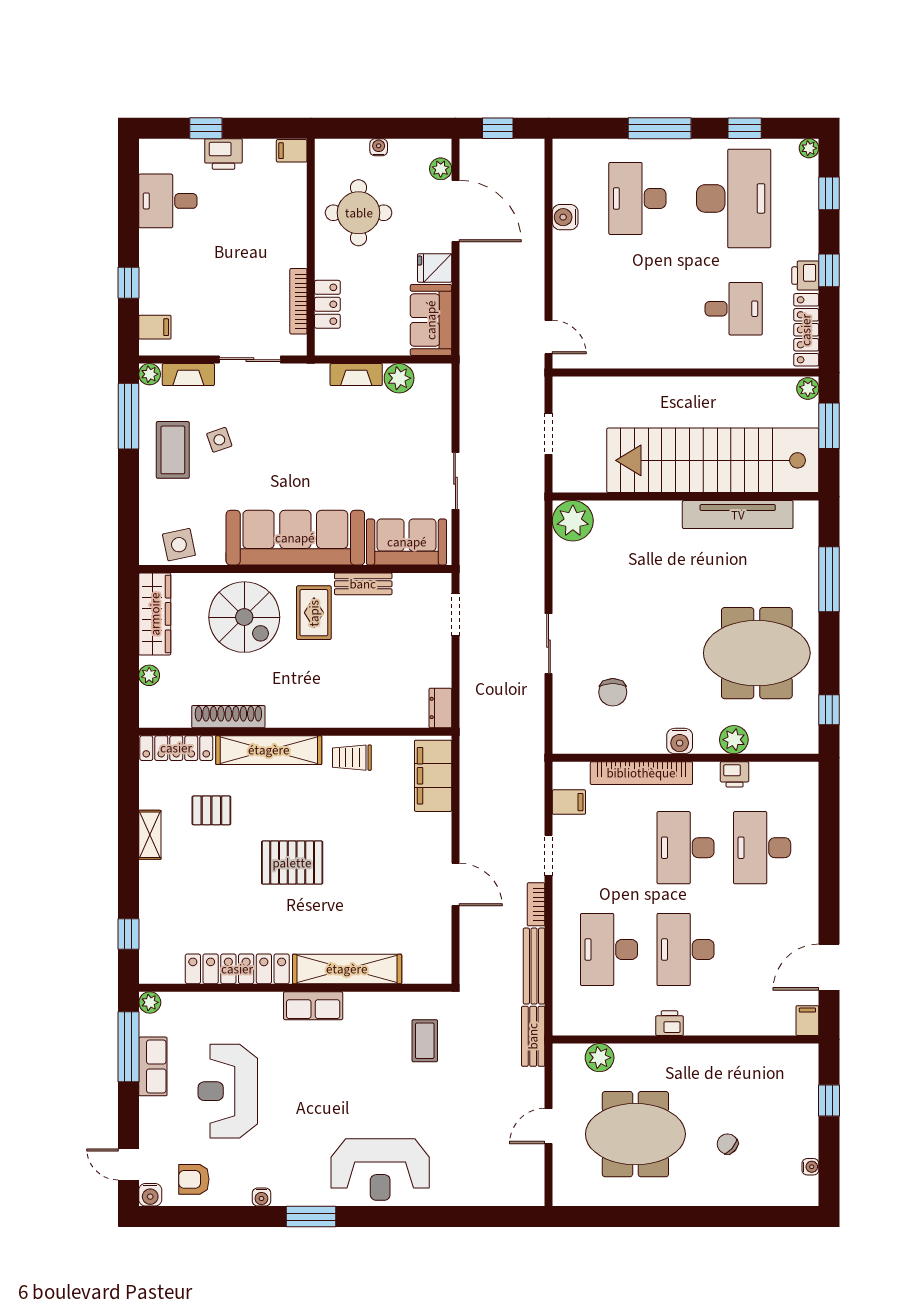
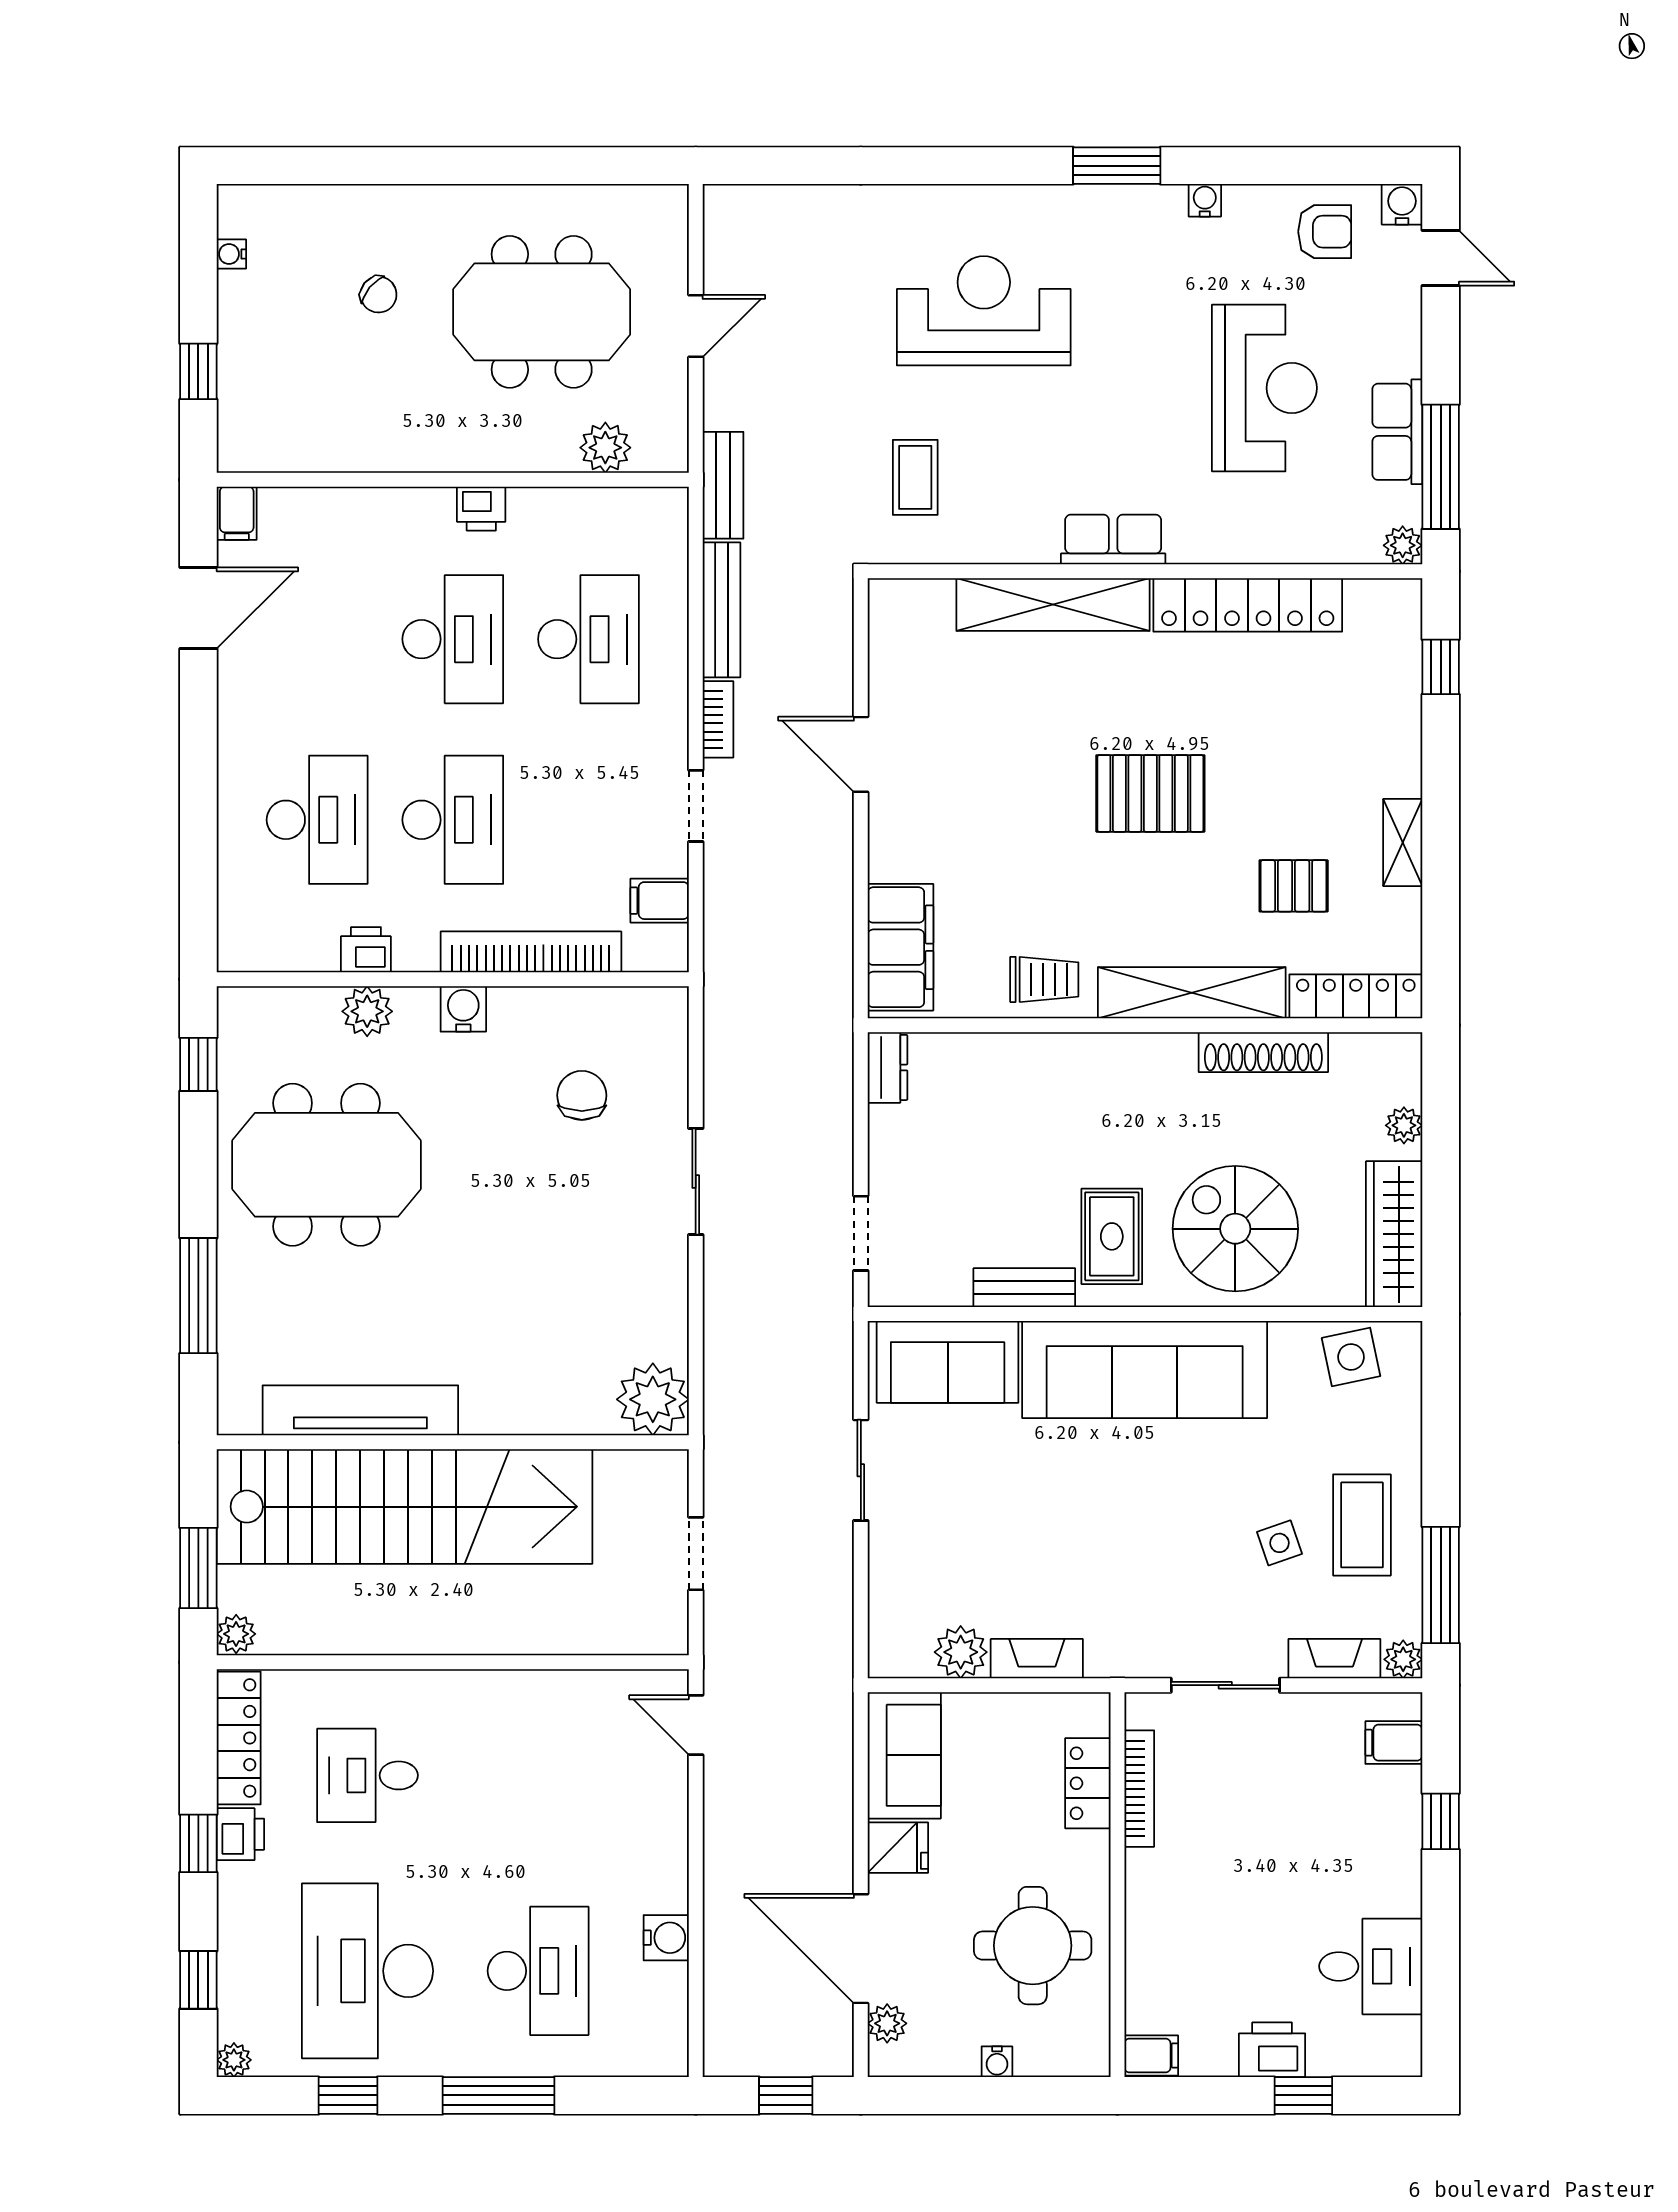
reception desk: (380, 1170) -> (984, 311), moved

